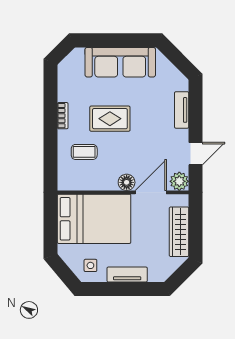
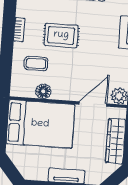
floor lamp: (127, 182) -> (43, 91), moved
side table: (90, 265) -> (34, 165), removed

